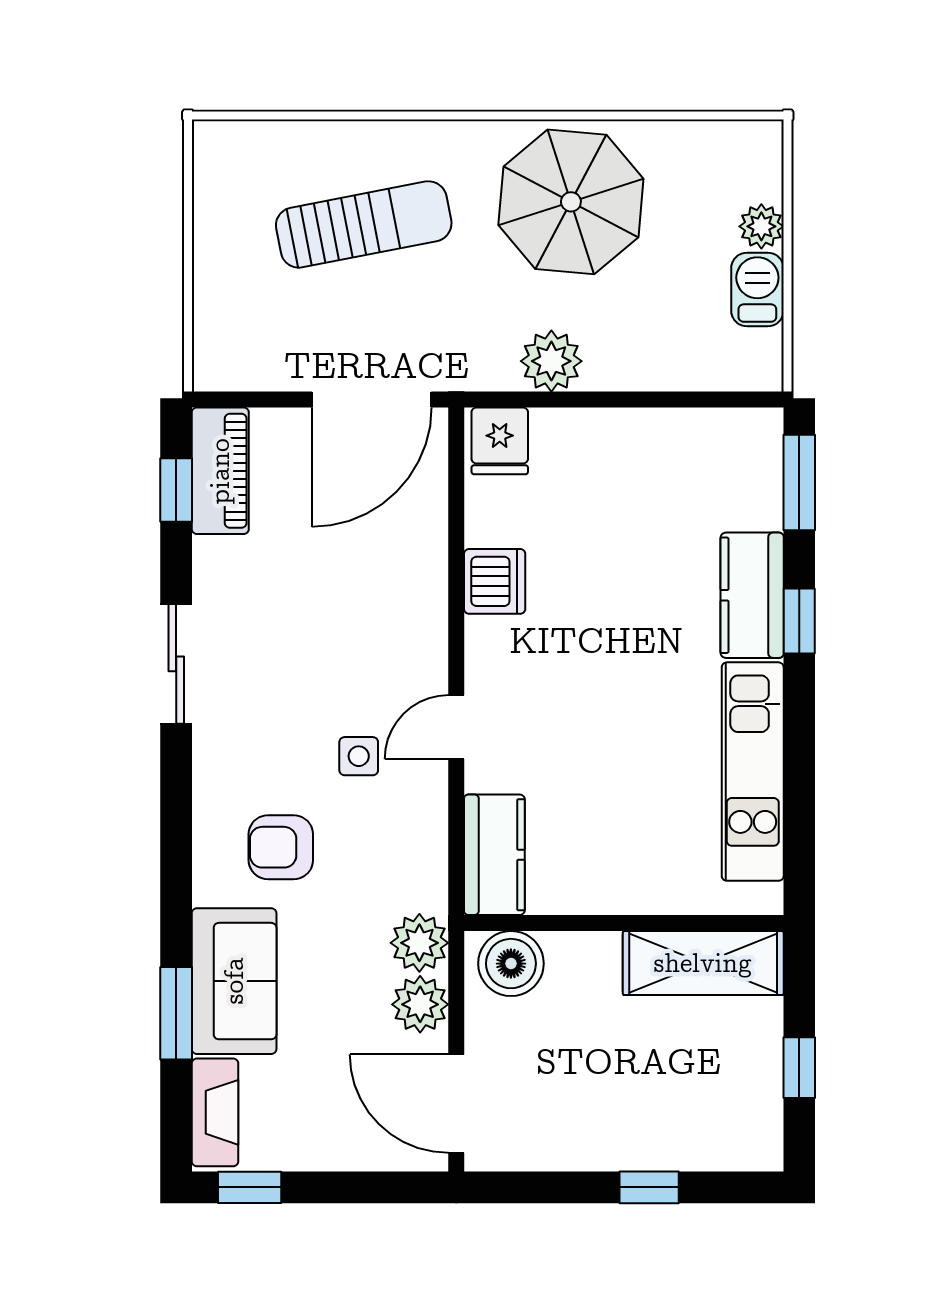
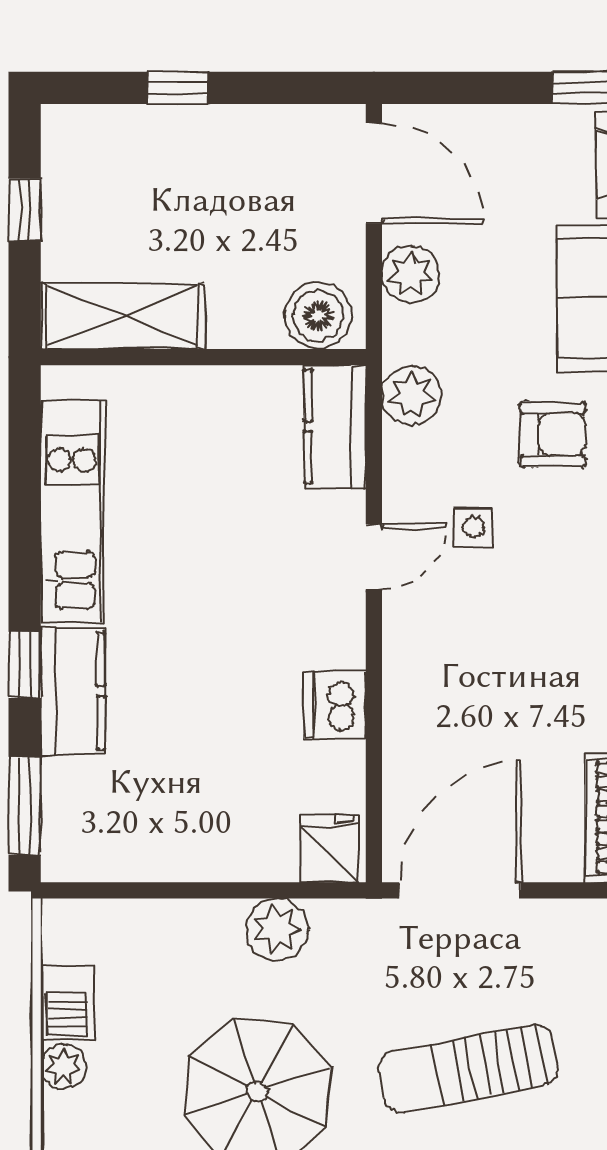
plant: (419, 943) -> (411, 395), moved

